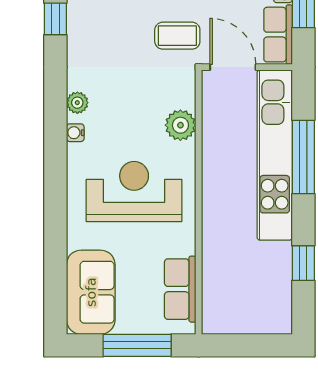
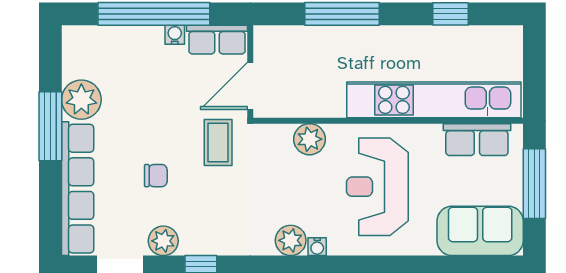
plant: (77, 103) -> (291, 240), width x1.38, depth x1.38
kitchen unit: (275, 155) -> (434, 100), moved, turned 180

